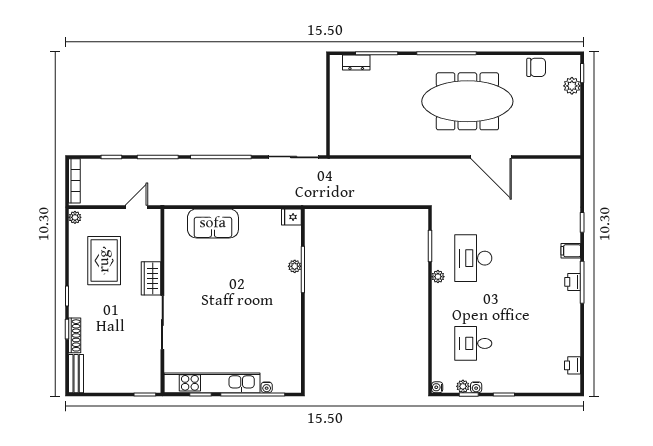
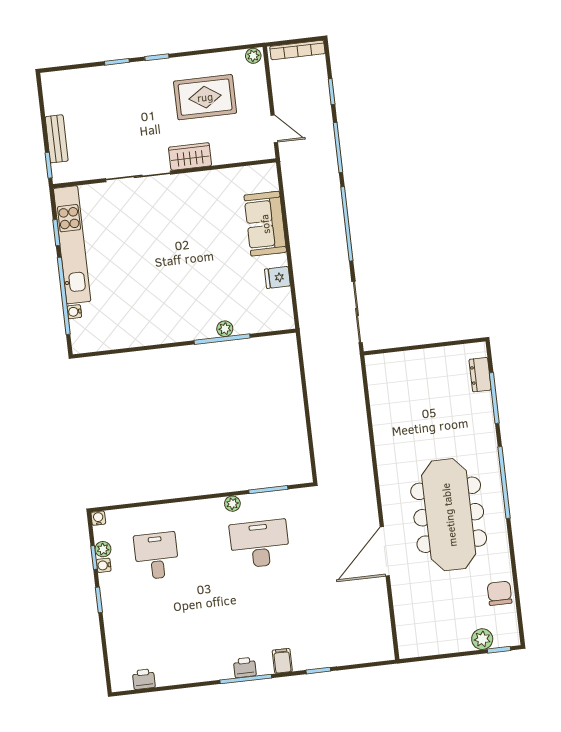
chair: (536, 67) -> (500, 593), turned 180
fridge: (291, 217) -> (277, 277), moved, turned -90
shoe rack: (75, 335) -> (110, 72), removed
bench: (76, 374) -> (57, 139), moved, turned 90

